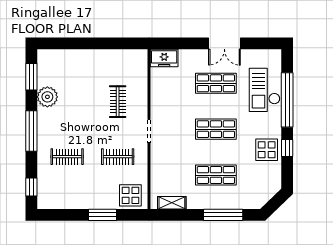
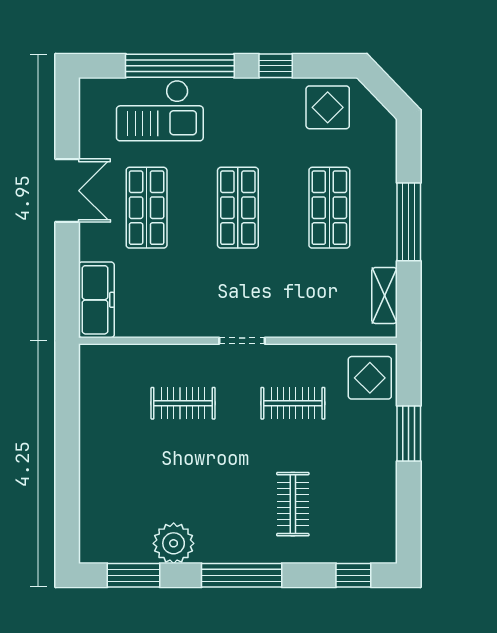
freezer: (164, 58) -> (96, 300), width x1.40
display table: (267, 150) -> (328, 107), moved
clothes rail: (118, 157) -> (293, 403), turned 90
window: (223, 215) -> (409, 222), moved

